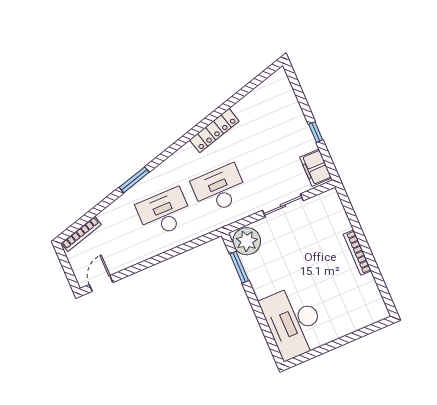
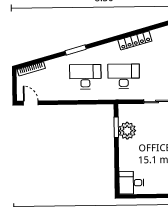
plant: (247, 241) -> (127, 131), moved
door: (101, 283) -> (31, 103), hinge flipped
desk: (294, 322) -> (131, 183), width x0.53, depth x0.77

